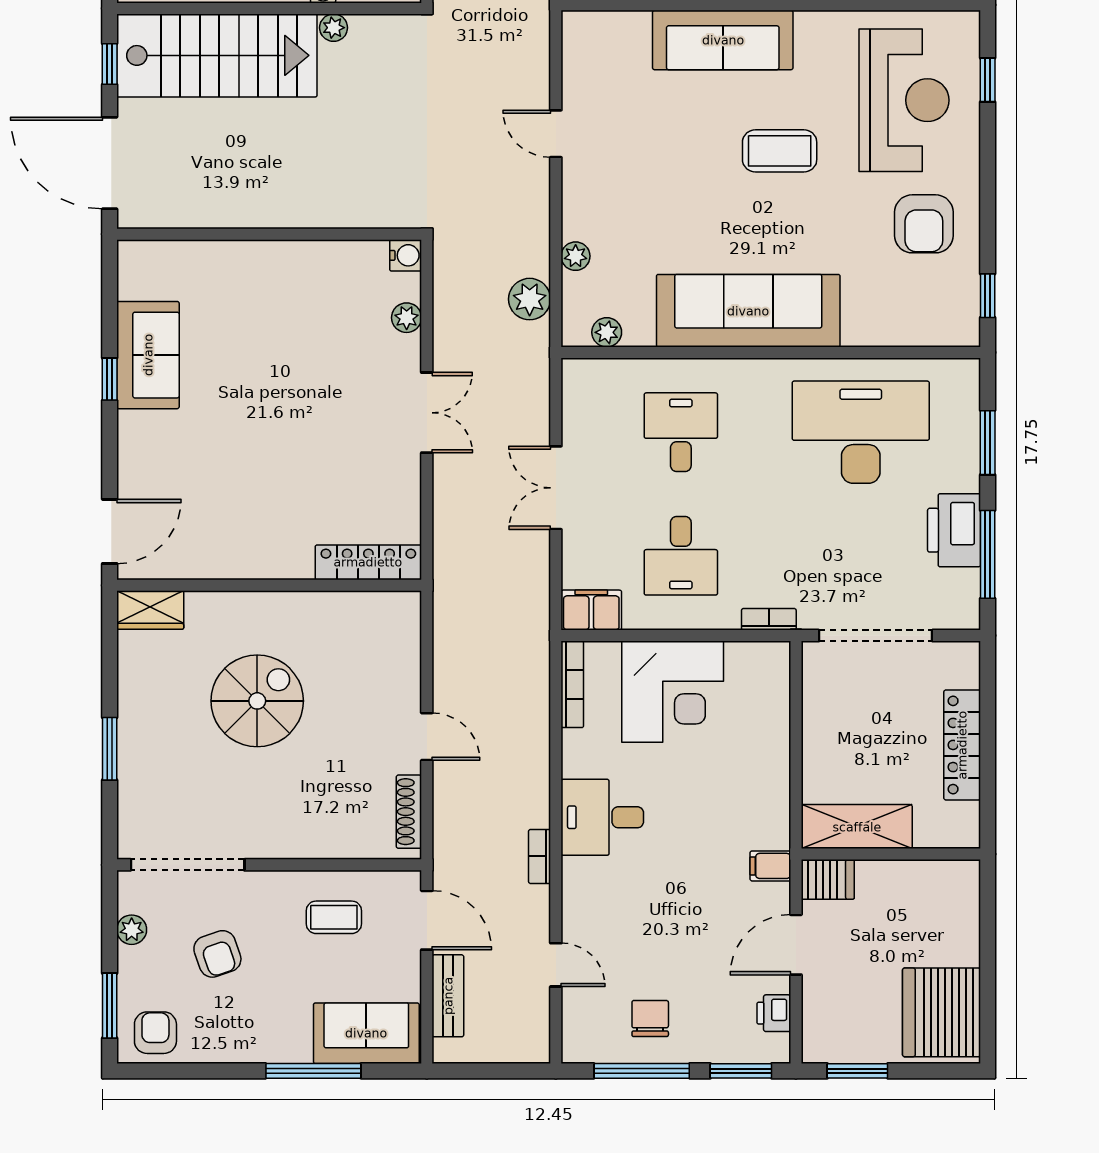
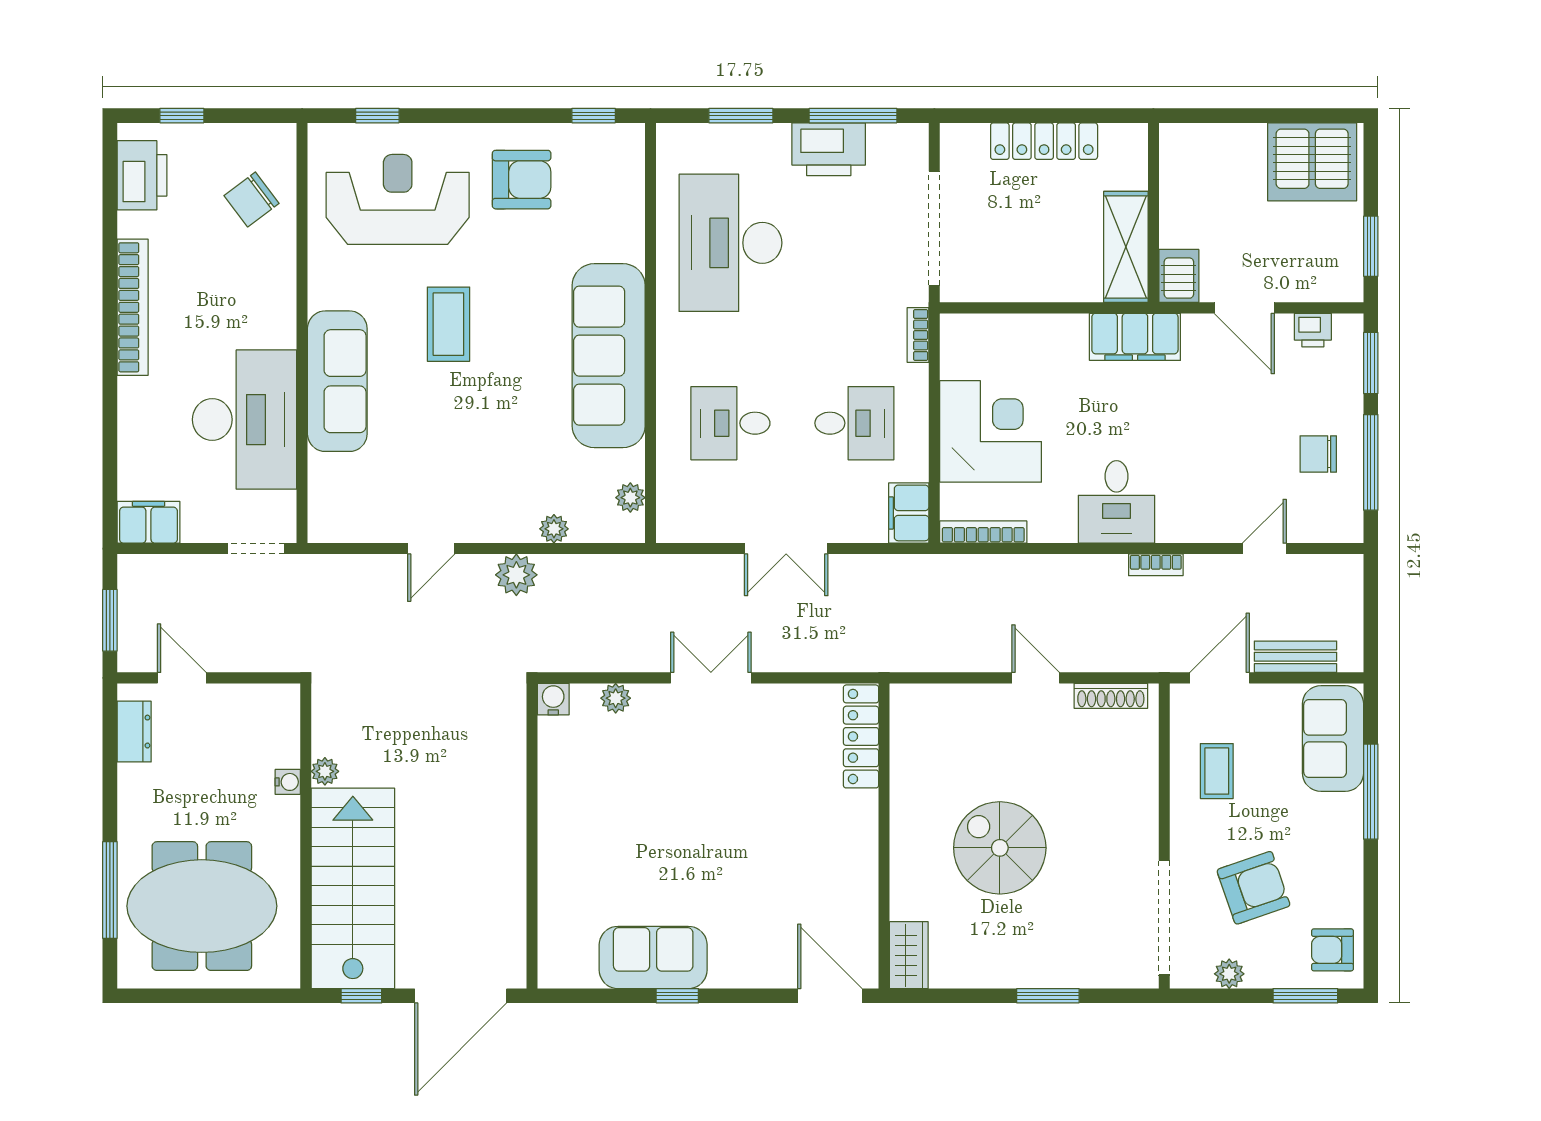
plant: (530, 299) -> (516, 575), moved
door: (427, 737) -> (1036, 678), hinge flipped
filing cabinet: (770, 866) -> (1135, 337), width x3.00, depth x1.17
armchair: (217, 954) -> (1253, 888), width x1.38, depth x1.38

